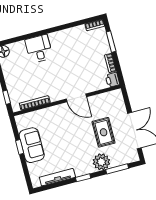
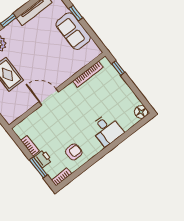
armchair: (75, 42) -> (74, 152), added
printer: (113, 80) -> (43, 159), moved
window: (20, 147) -> (76, 13), moved

